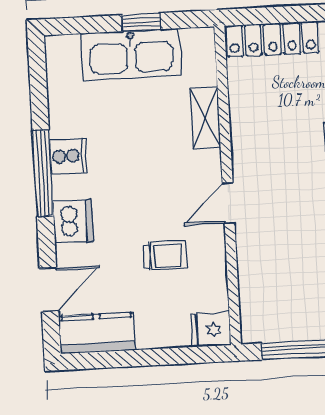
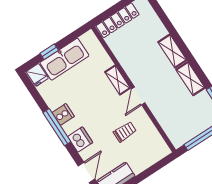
window: (141, 22) -> (49, 52), moved
shelving: (206, 118) -> (117, 80), moved
fridge: (211, 330) -> (37, 75), moved, turned -90

